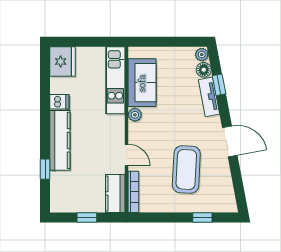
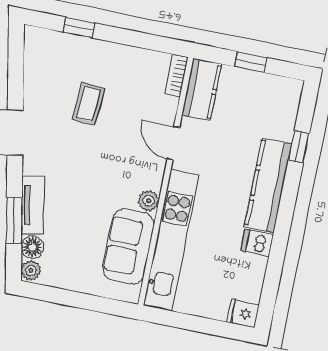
fridge: (63, 61) -> (243, 313), width x0.53, depth x0.75
kitchen unit: (115, 80) -> (171, 240), width x1.36
window: (219, 85) -> (14, 220), width x1.50
coffee table: (186, 169) -> (88, 104), width x0.54, depth x0.58
bookcase: (133, 192) -> (176, 75), width x0.64

